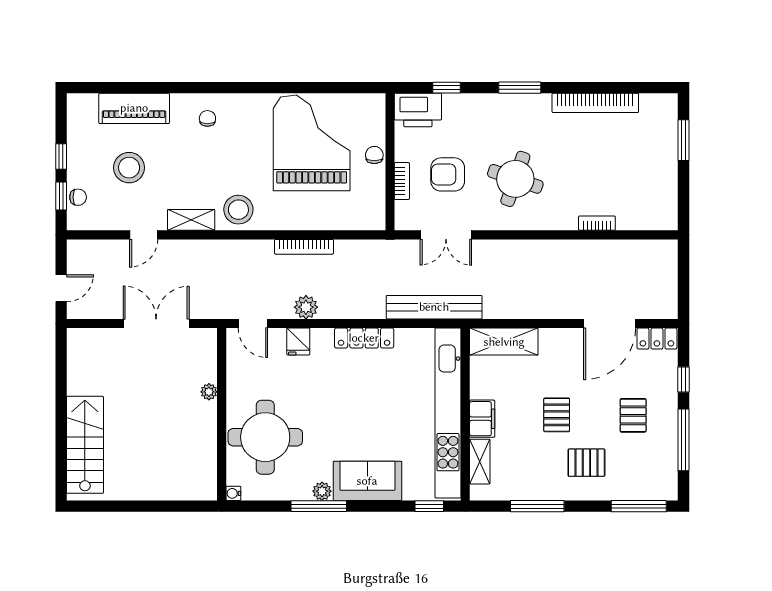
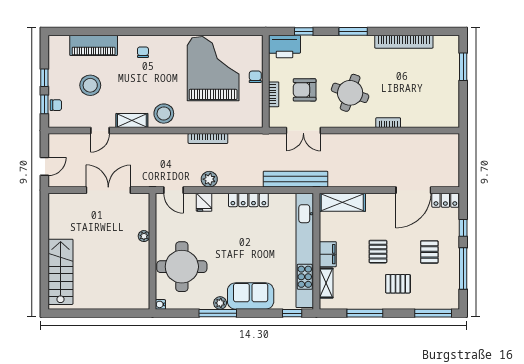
bookcase: (597, 223) -> (388, 123), moved

